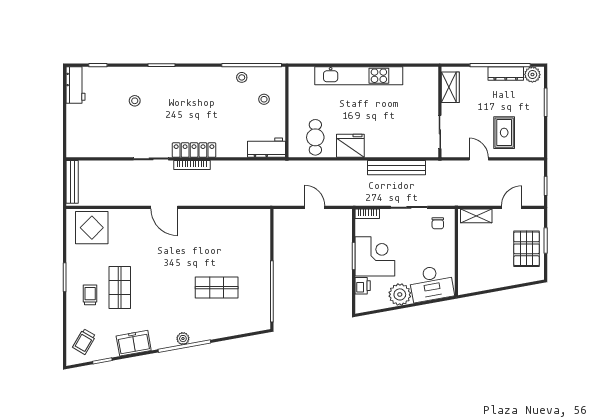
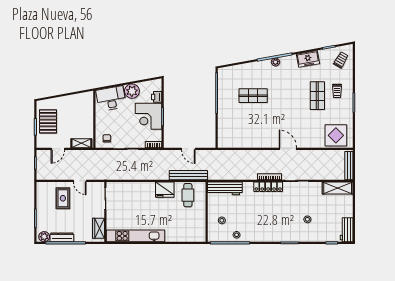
kitchen unit: (359, 76) -> (136, 236), moved
shelving: (89, 148) -> (338, 188), added
workbench: (267, 148) -> (225, 188), width x1.38
bench: (396, 168) -> (188, 175), moved

